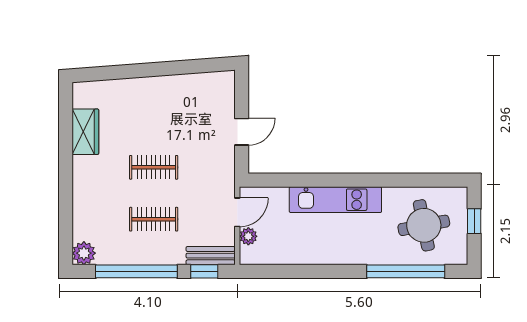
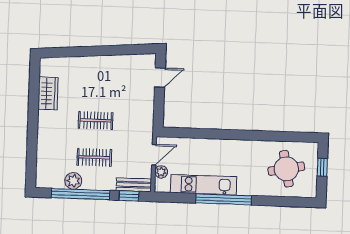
door: (242, 132) -> (160, 78), moved
kitchen unit: (335, 200) -> (204, 185), moved, turned 180
plant: (84, 253) -> (73, 181), moved
window: (406, 271) -> (224, 199), moved

